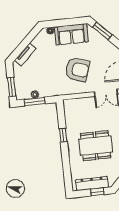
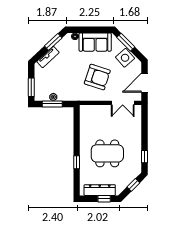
window: (29, 39) -> (53, 42), added
side table: (103, 47) -> (125, 58), added
window: (63, 135) -> (77, 162), moved

